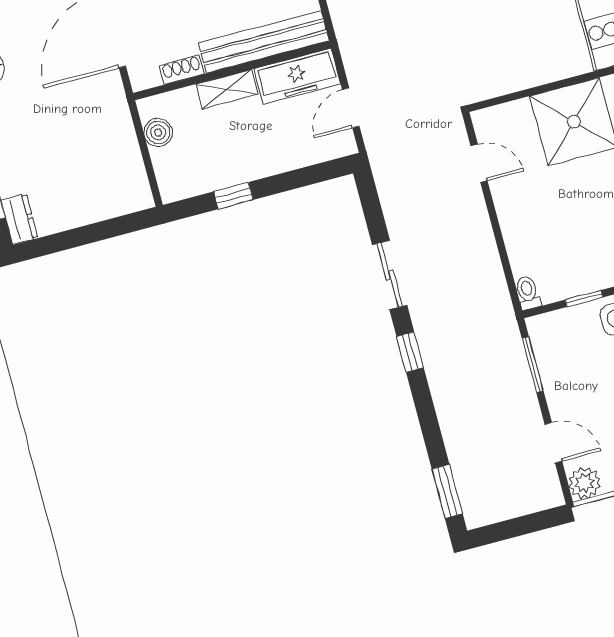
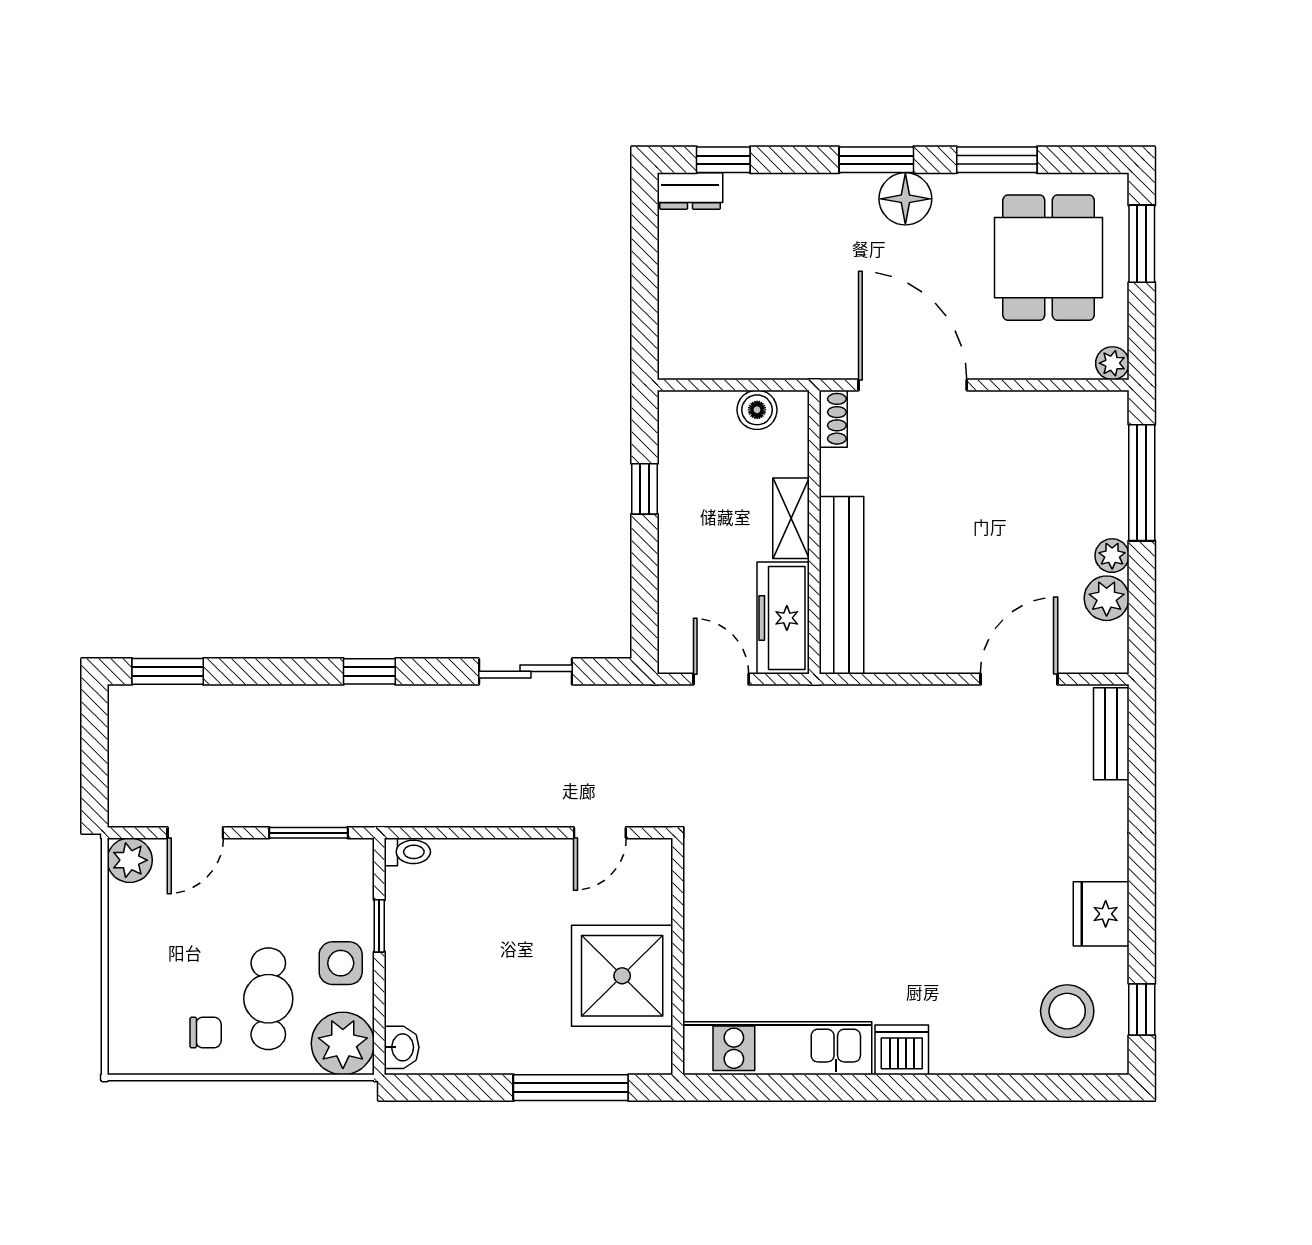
shoe rack: (182, 70) -> (833, 419), moved
sliding door: (390, 275) -> (525, 671), moved

